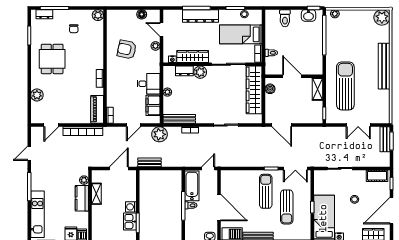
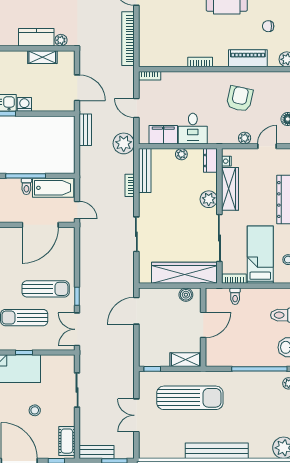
dresser: (184, 71) -> (210, 160), moved
piano: (97, 109) -> (248, 58), moved
bench: (385, 139) -> (97, 452), moved
door: (219, 207) -> (40, 225), moved

